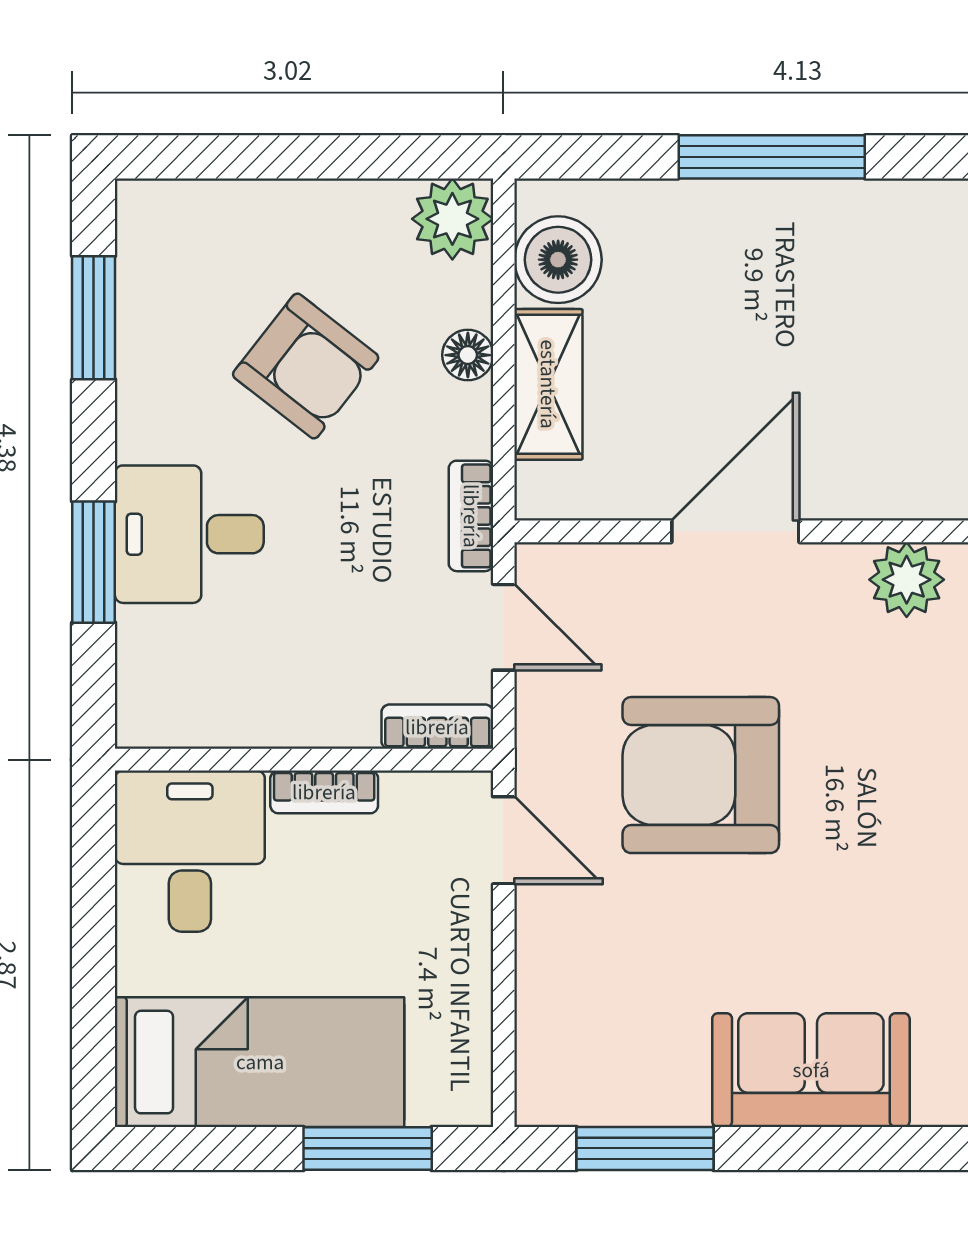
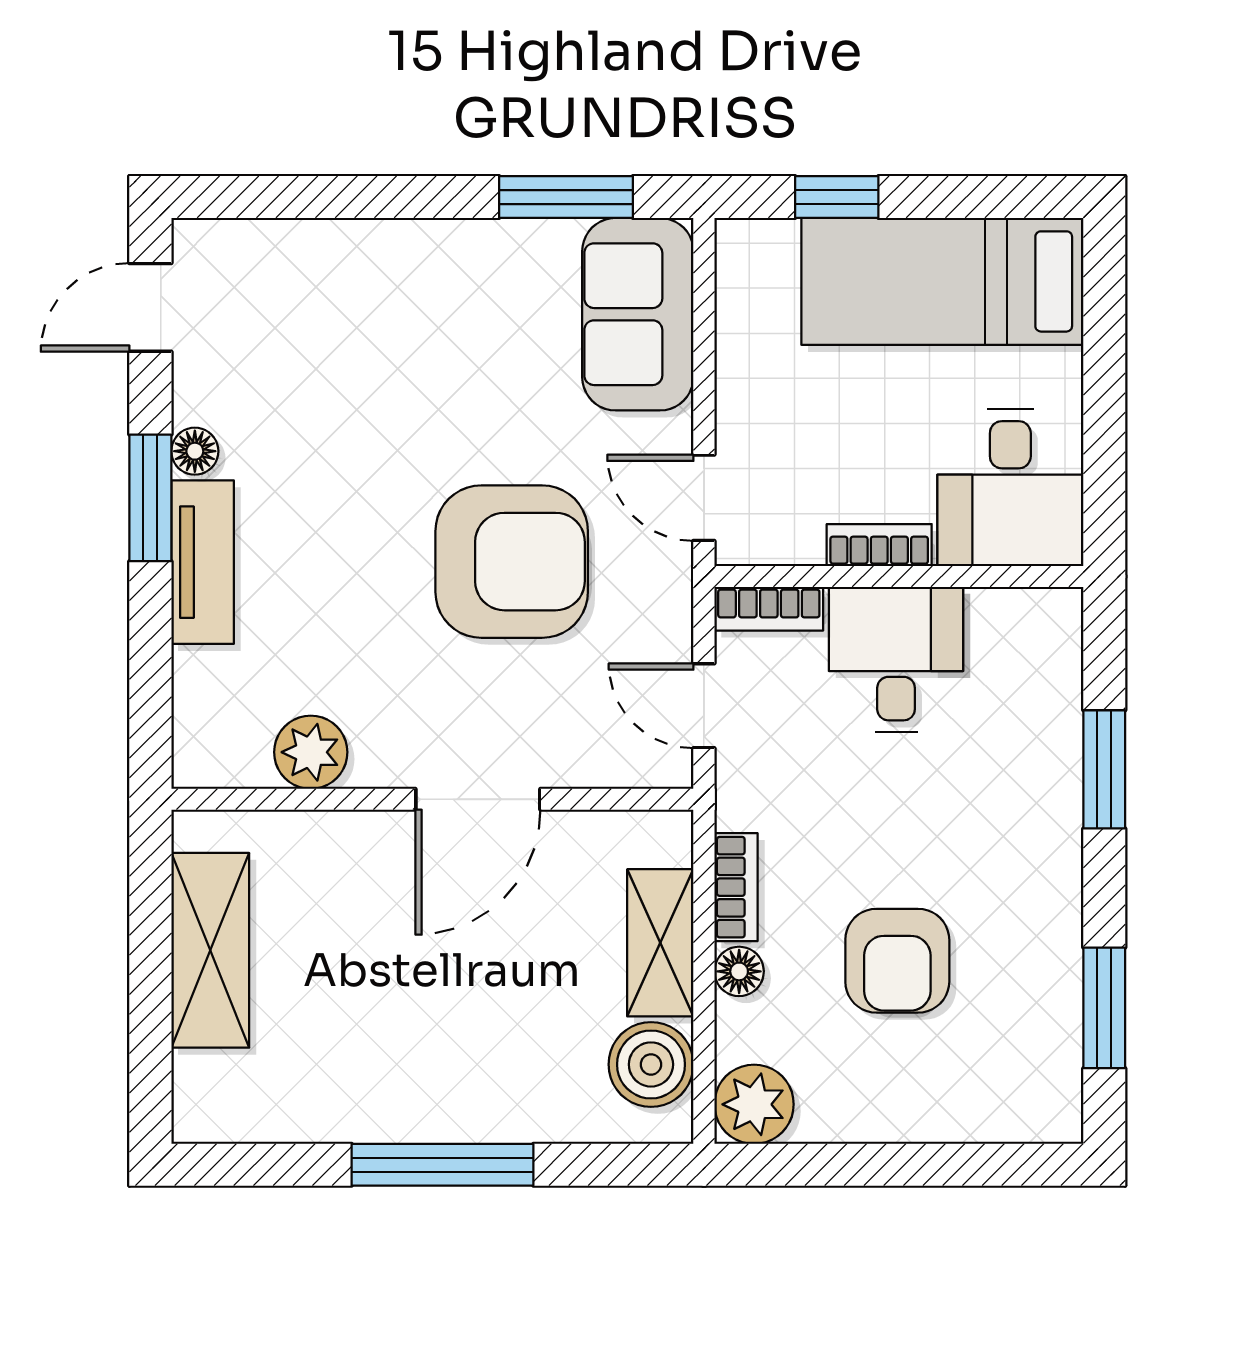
armchair: (306, 366) -> (897, 961), turned -128
bookcase: (471, 516) -> (736, 887), moved
desk: (189, 534) -> (896, 659), moved, turned -90
sofa: (811, 1070) -> (638, 314), moved, turned 90
window: (368, 1148) -> (837, 197), width x0.67

